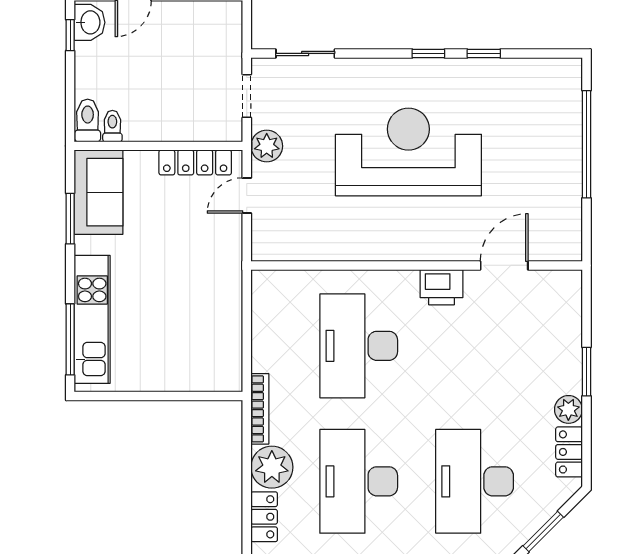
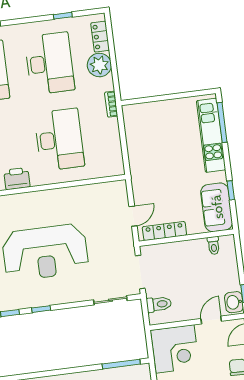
doorway: (247, 96) -> (140, 272), width x1.38
toilet: (88, 120) -> (159, 304), moved, turned -90
plant: (267, 146) -> (125, 245), removed
window: (70, 219) -> (231, 190), width x0.67
bookcase: (260, 409) -> (111, 104), width x0.64

